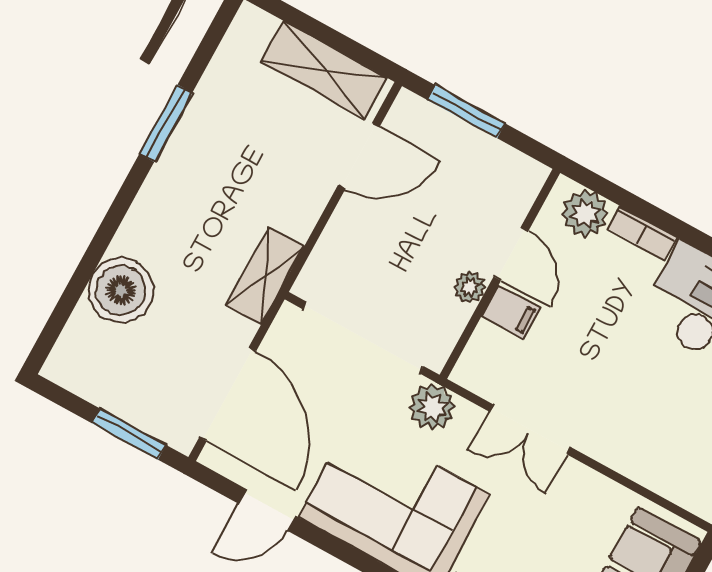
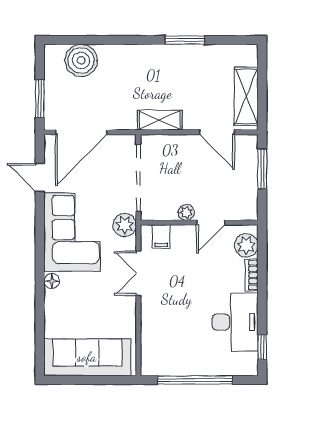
shelving: (265, 276) -> (160, 120), moved
boiler: (121, 290) -> (81, 60), moved
filing cabinet: (511, 312) -> (161, 237), moved

